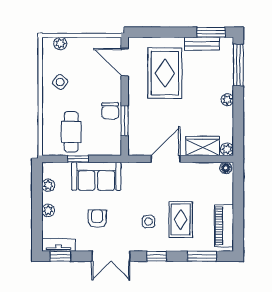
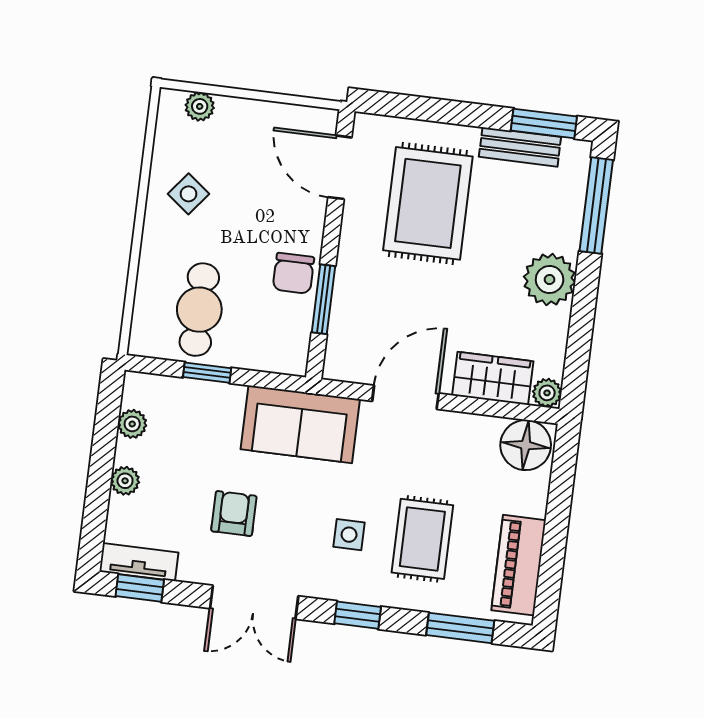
plant: (227, 100) -> (550, 280), width x1.88, depth x1.88
floor lamp: (226, 168) -> (526, 445), width x1.89, depth x1.89
sofa: (96, 176) -> (300, 424), moved

